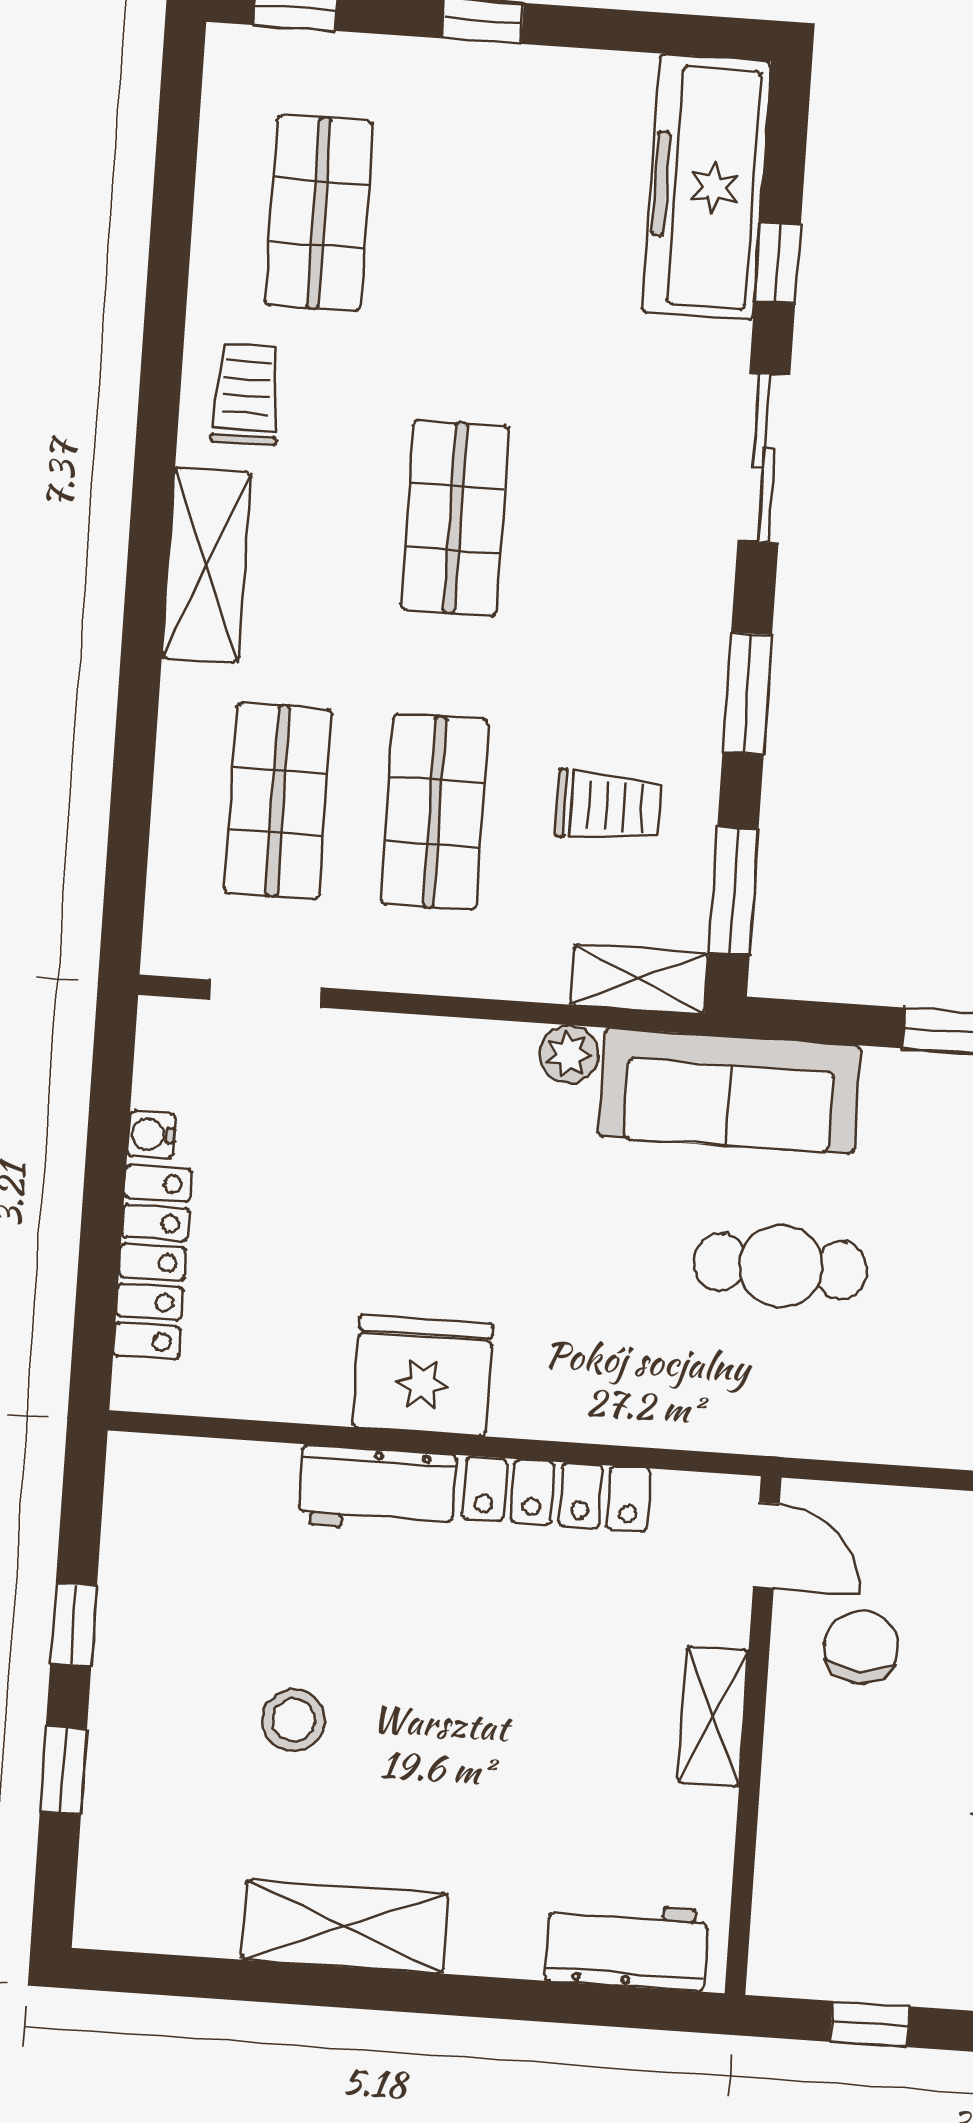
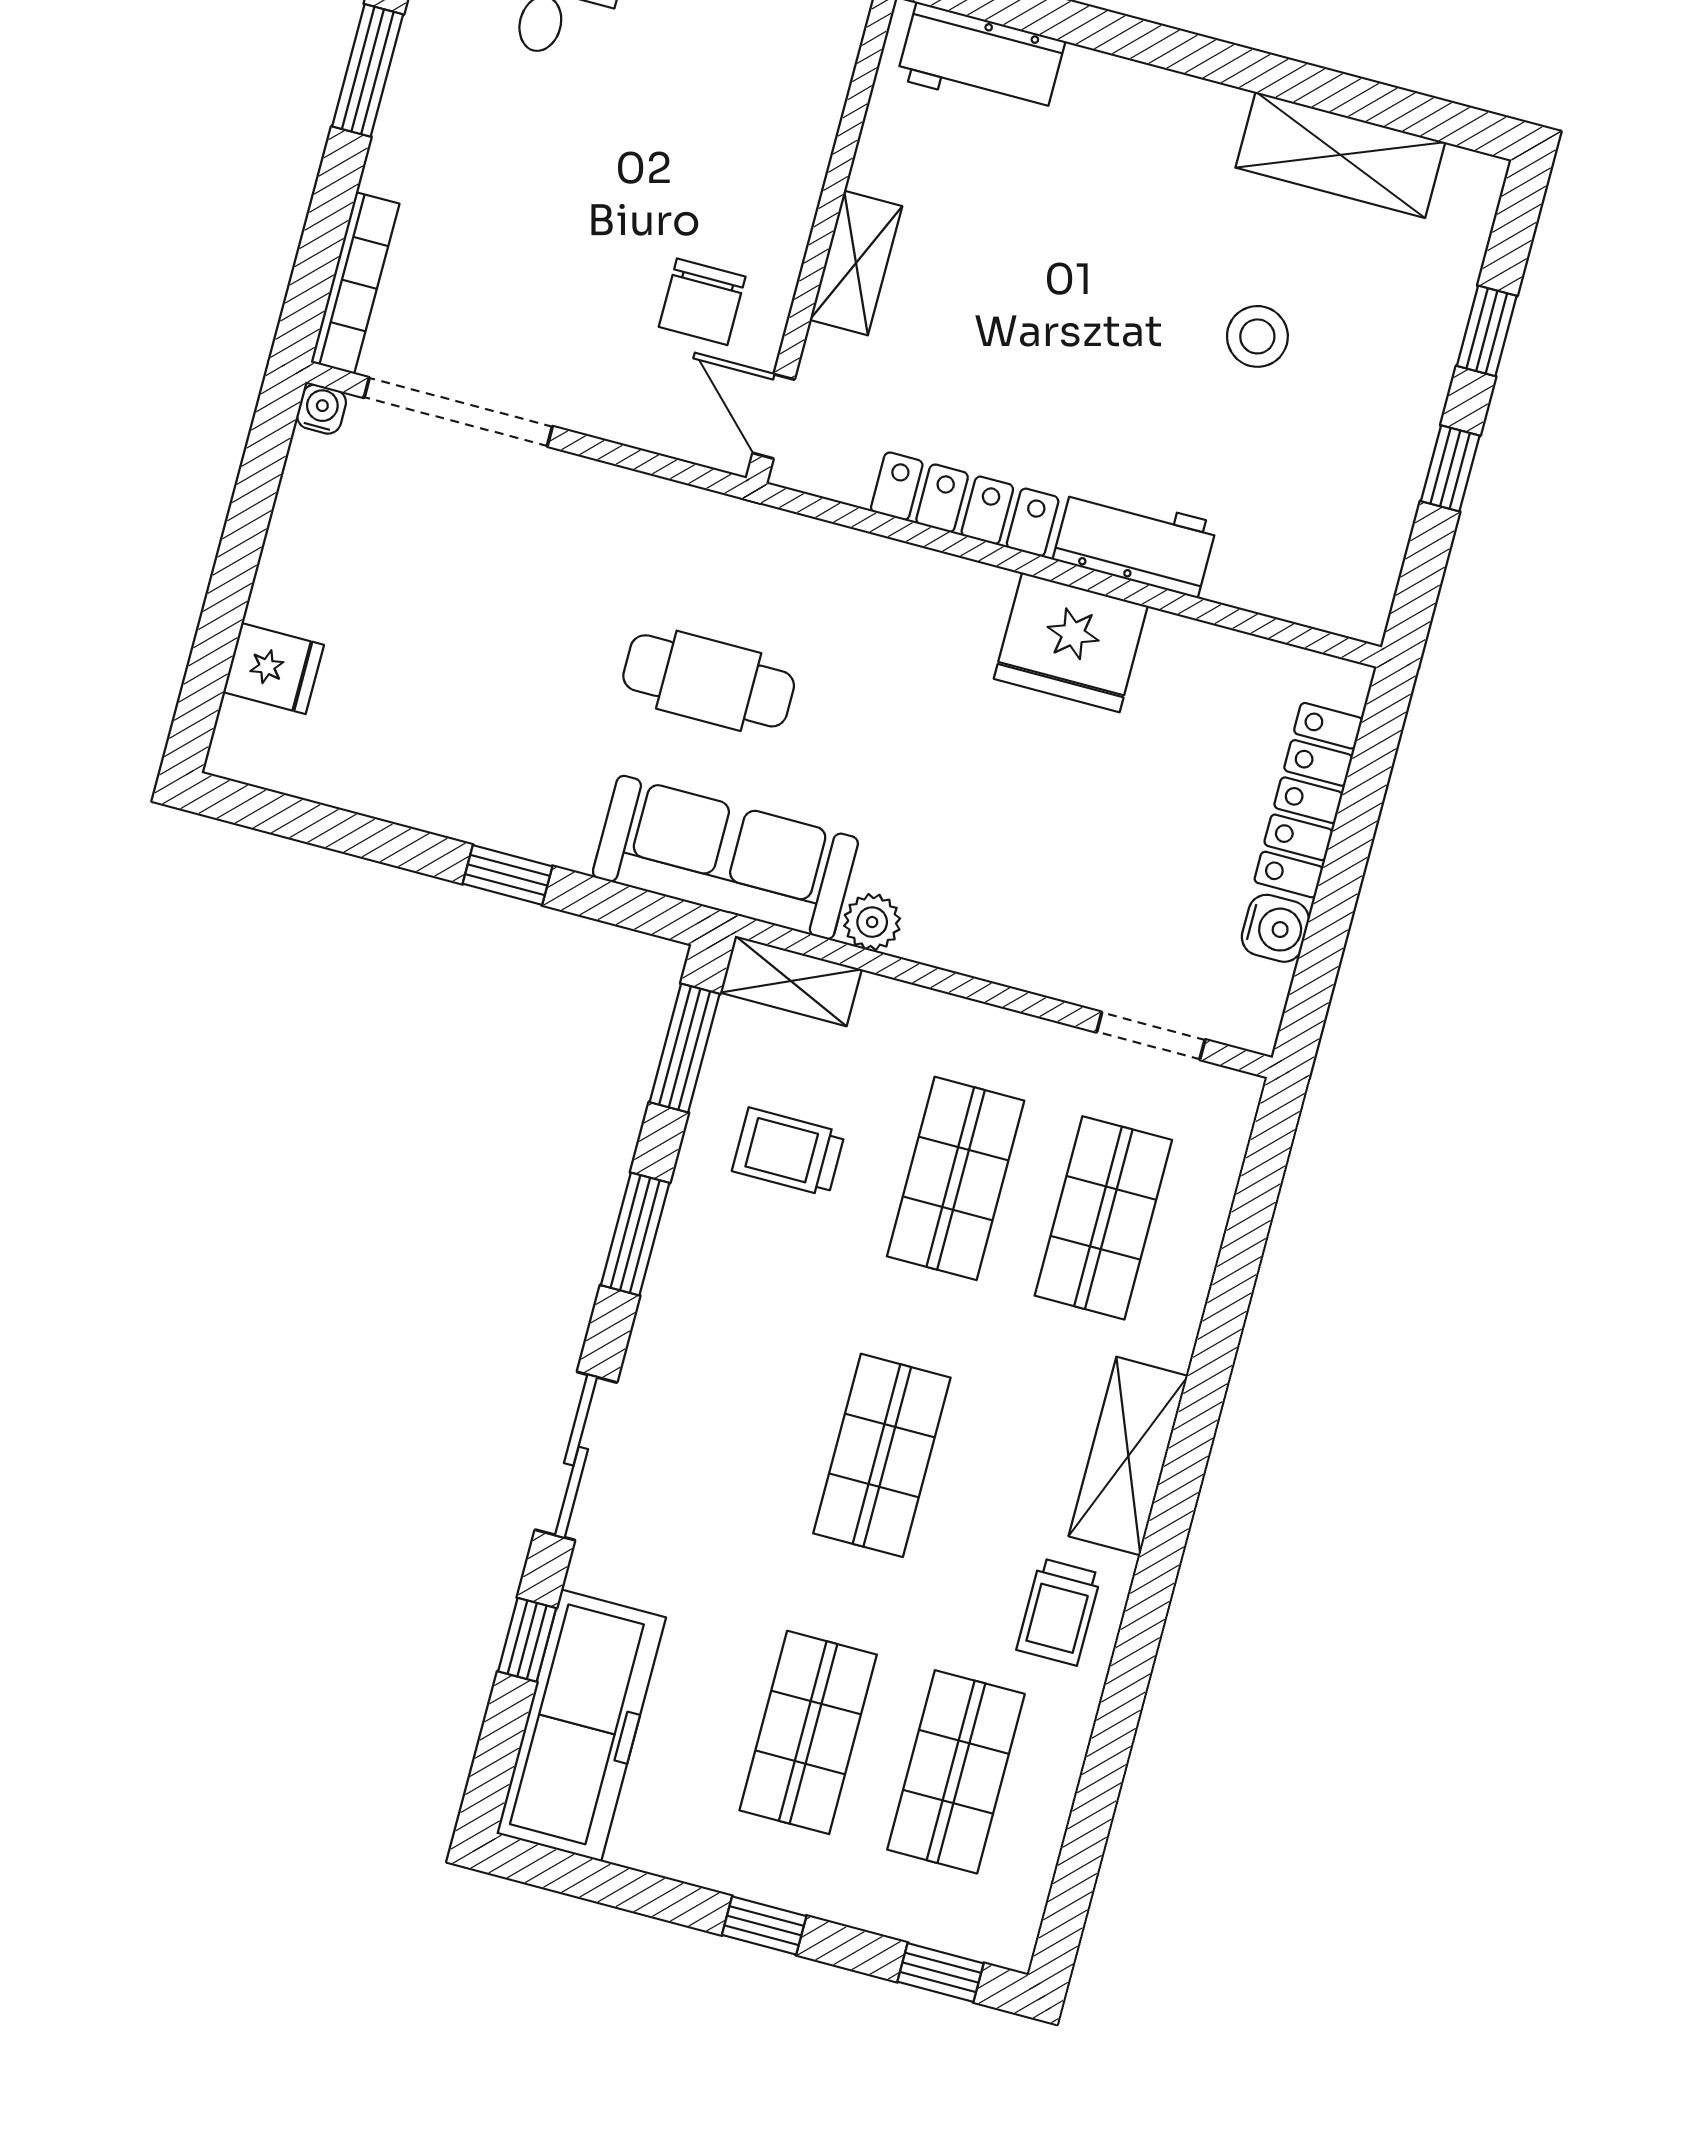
shop shelf: (476, 224) -> (808, 1732), added
water cooler: (151, 1134) -> (1275, 928), width x1.38, depth x1.38
shelving: (345, 1926) -> (1340, 155), moved

